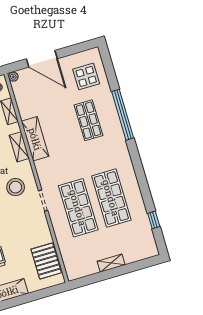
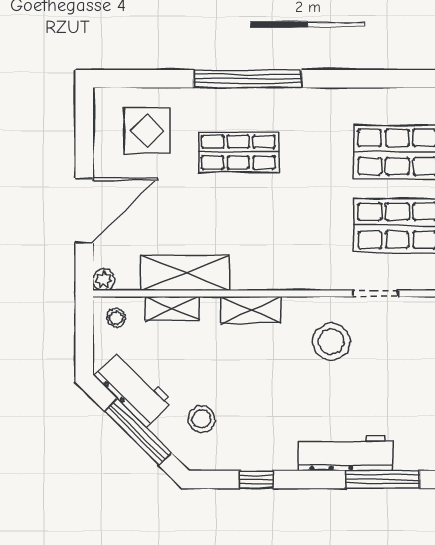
shelving: (35, 139) -> (185, 273), moved

